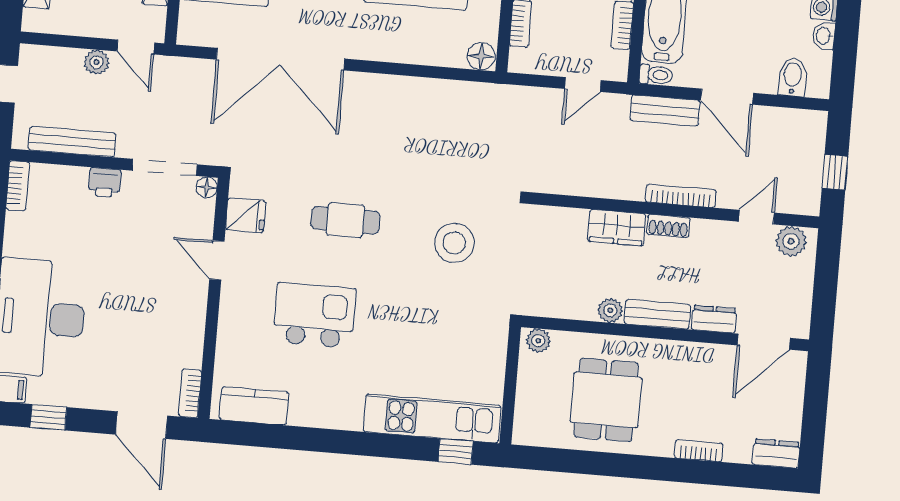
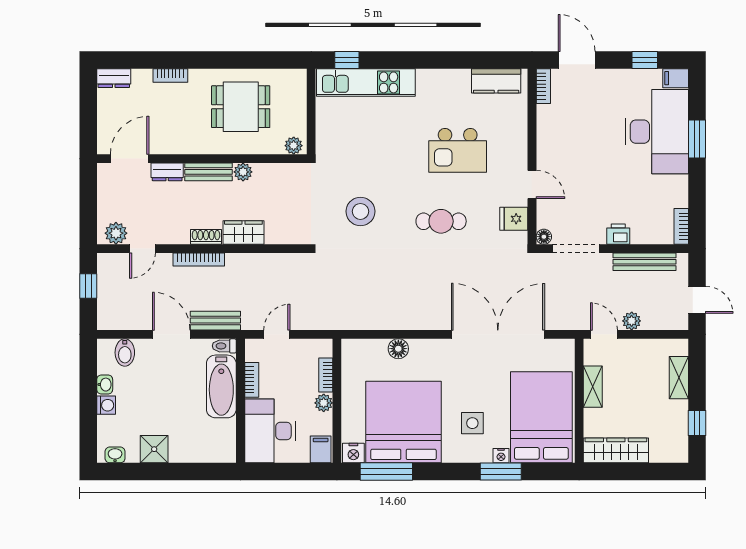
floor lamp: (481, 56) -> (398, 349), moved
dining table: (606, 400) -> (241, 107), turned 90

